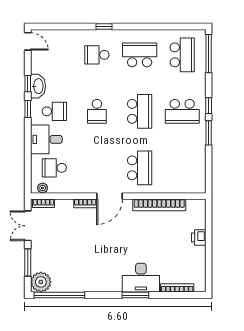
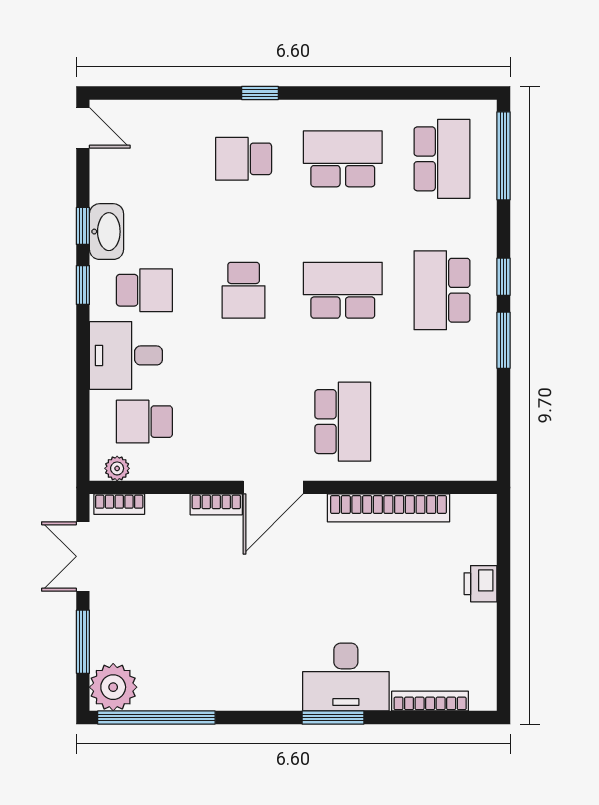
school desk: (140, 111) -> (343, 290), turned -90
school desk: (182, 111) -> (442, 290), turned 90

